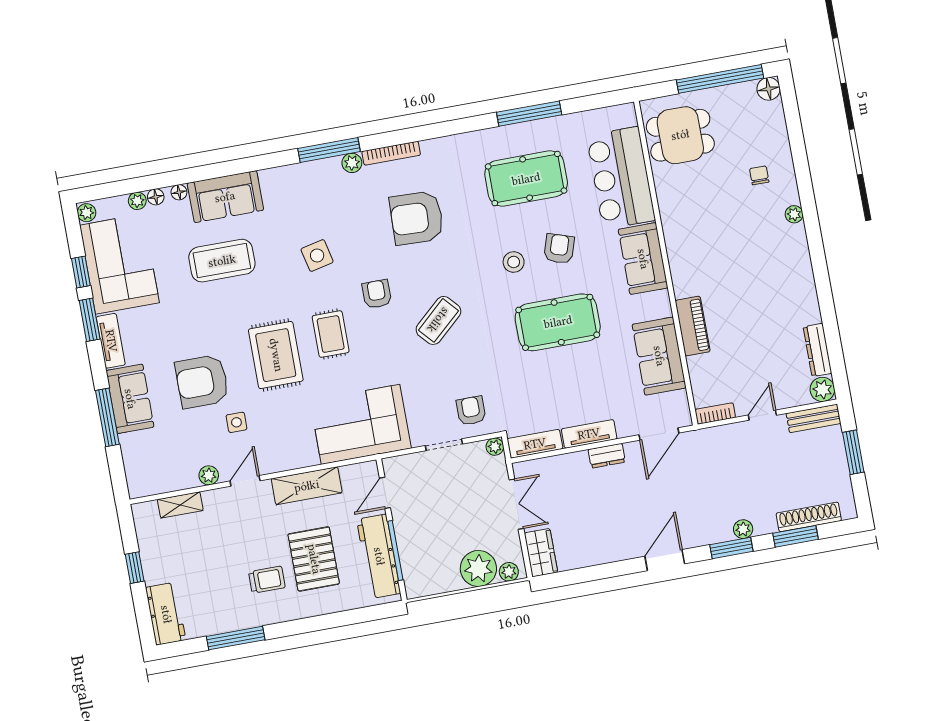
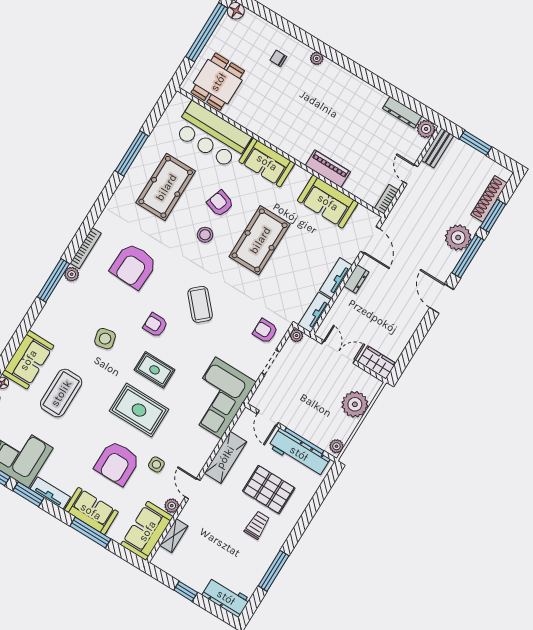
sofa: (161, 473) -> (147, 531), added
plant: (743, 529) -> (458, 238), width x1.88, depth x1.88
window: (731, 548) -> (468, 256), width x1.44
plant: (509, 572) -> (336, 446), moved

